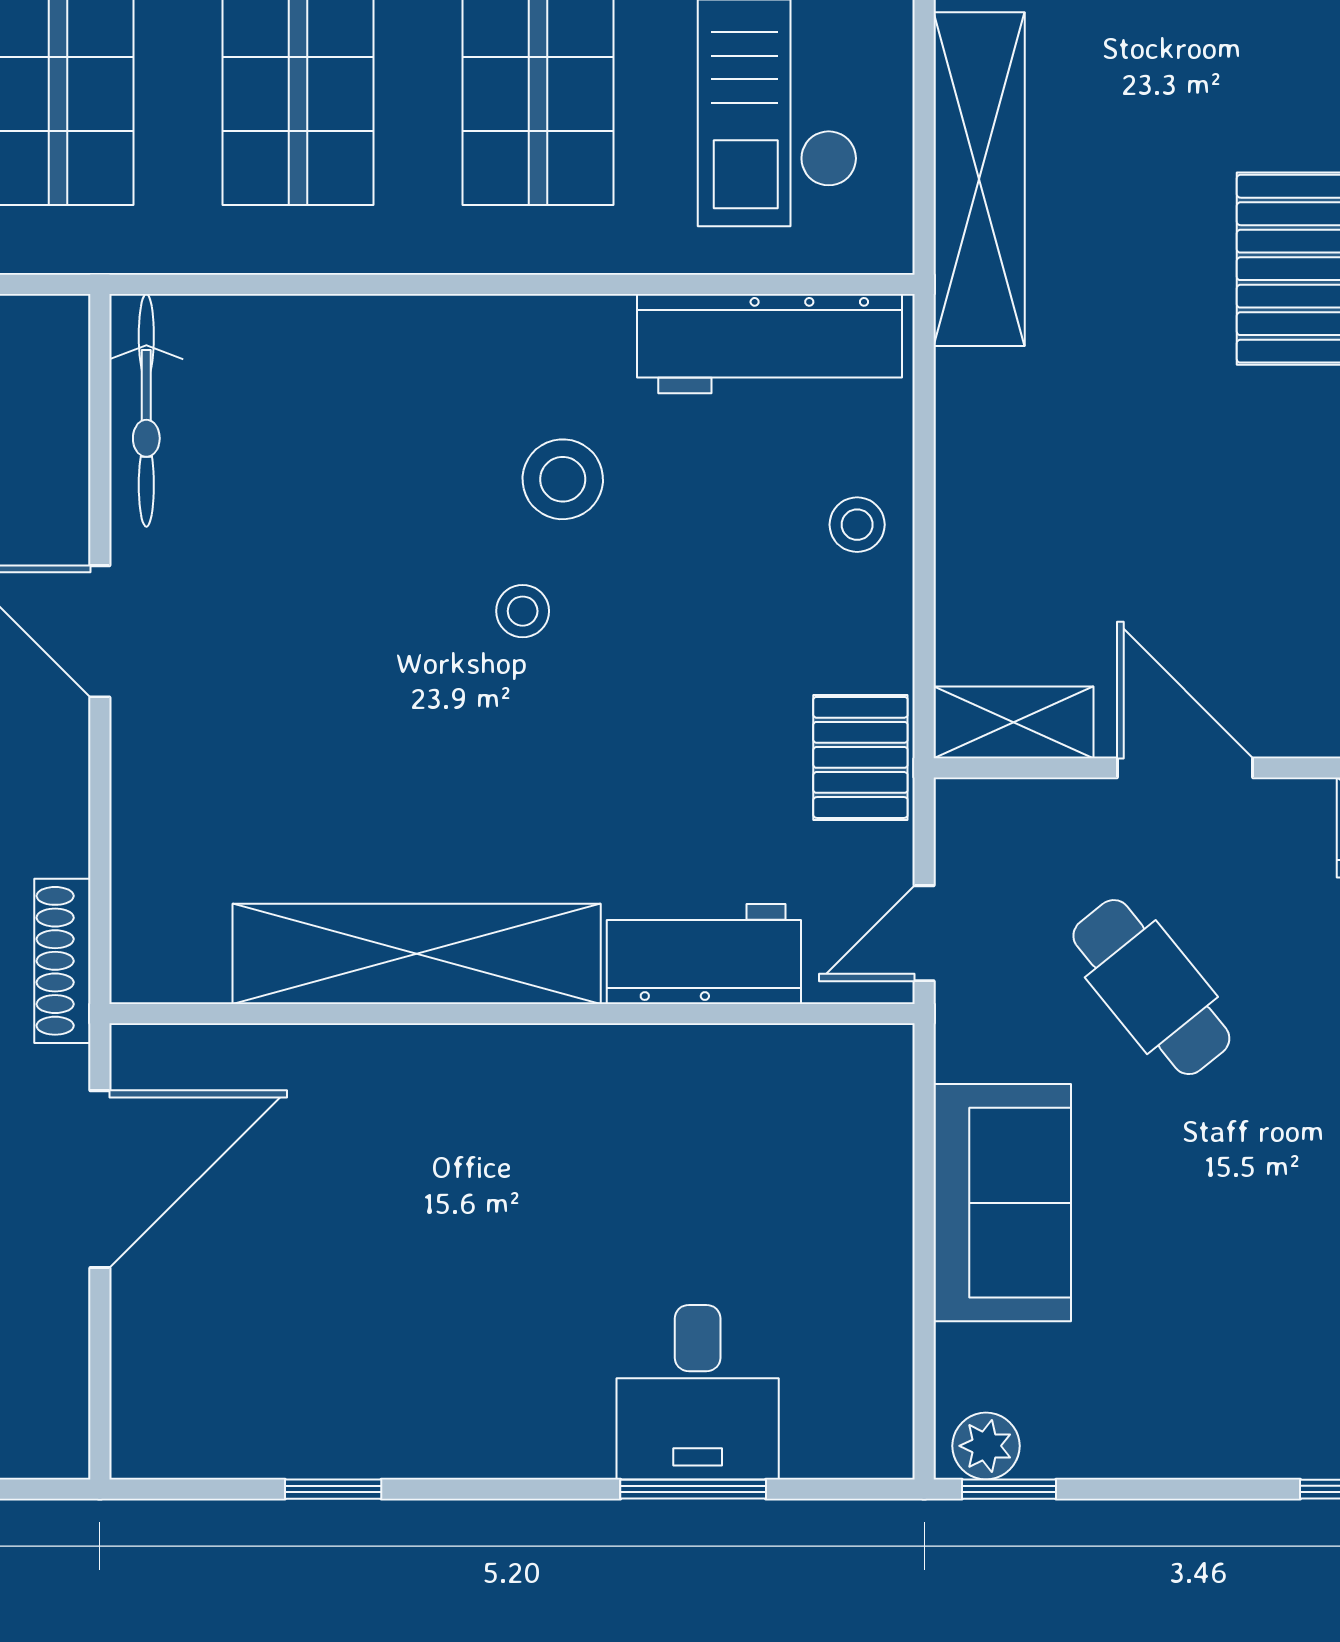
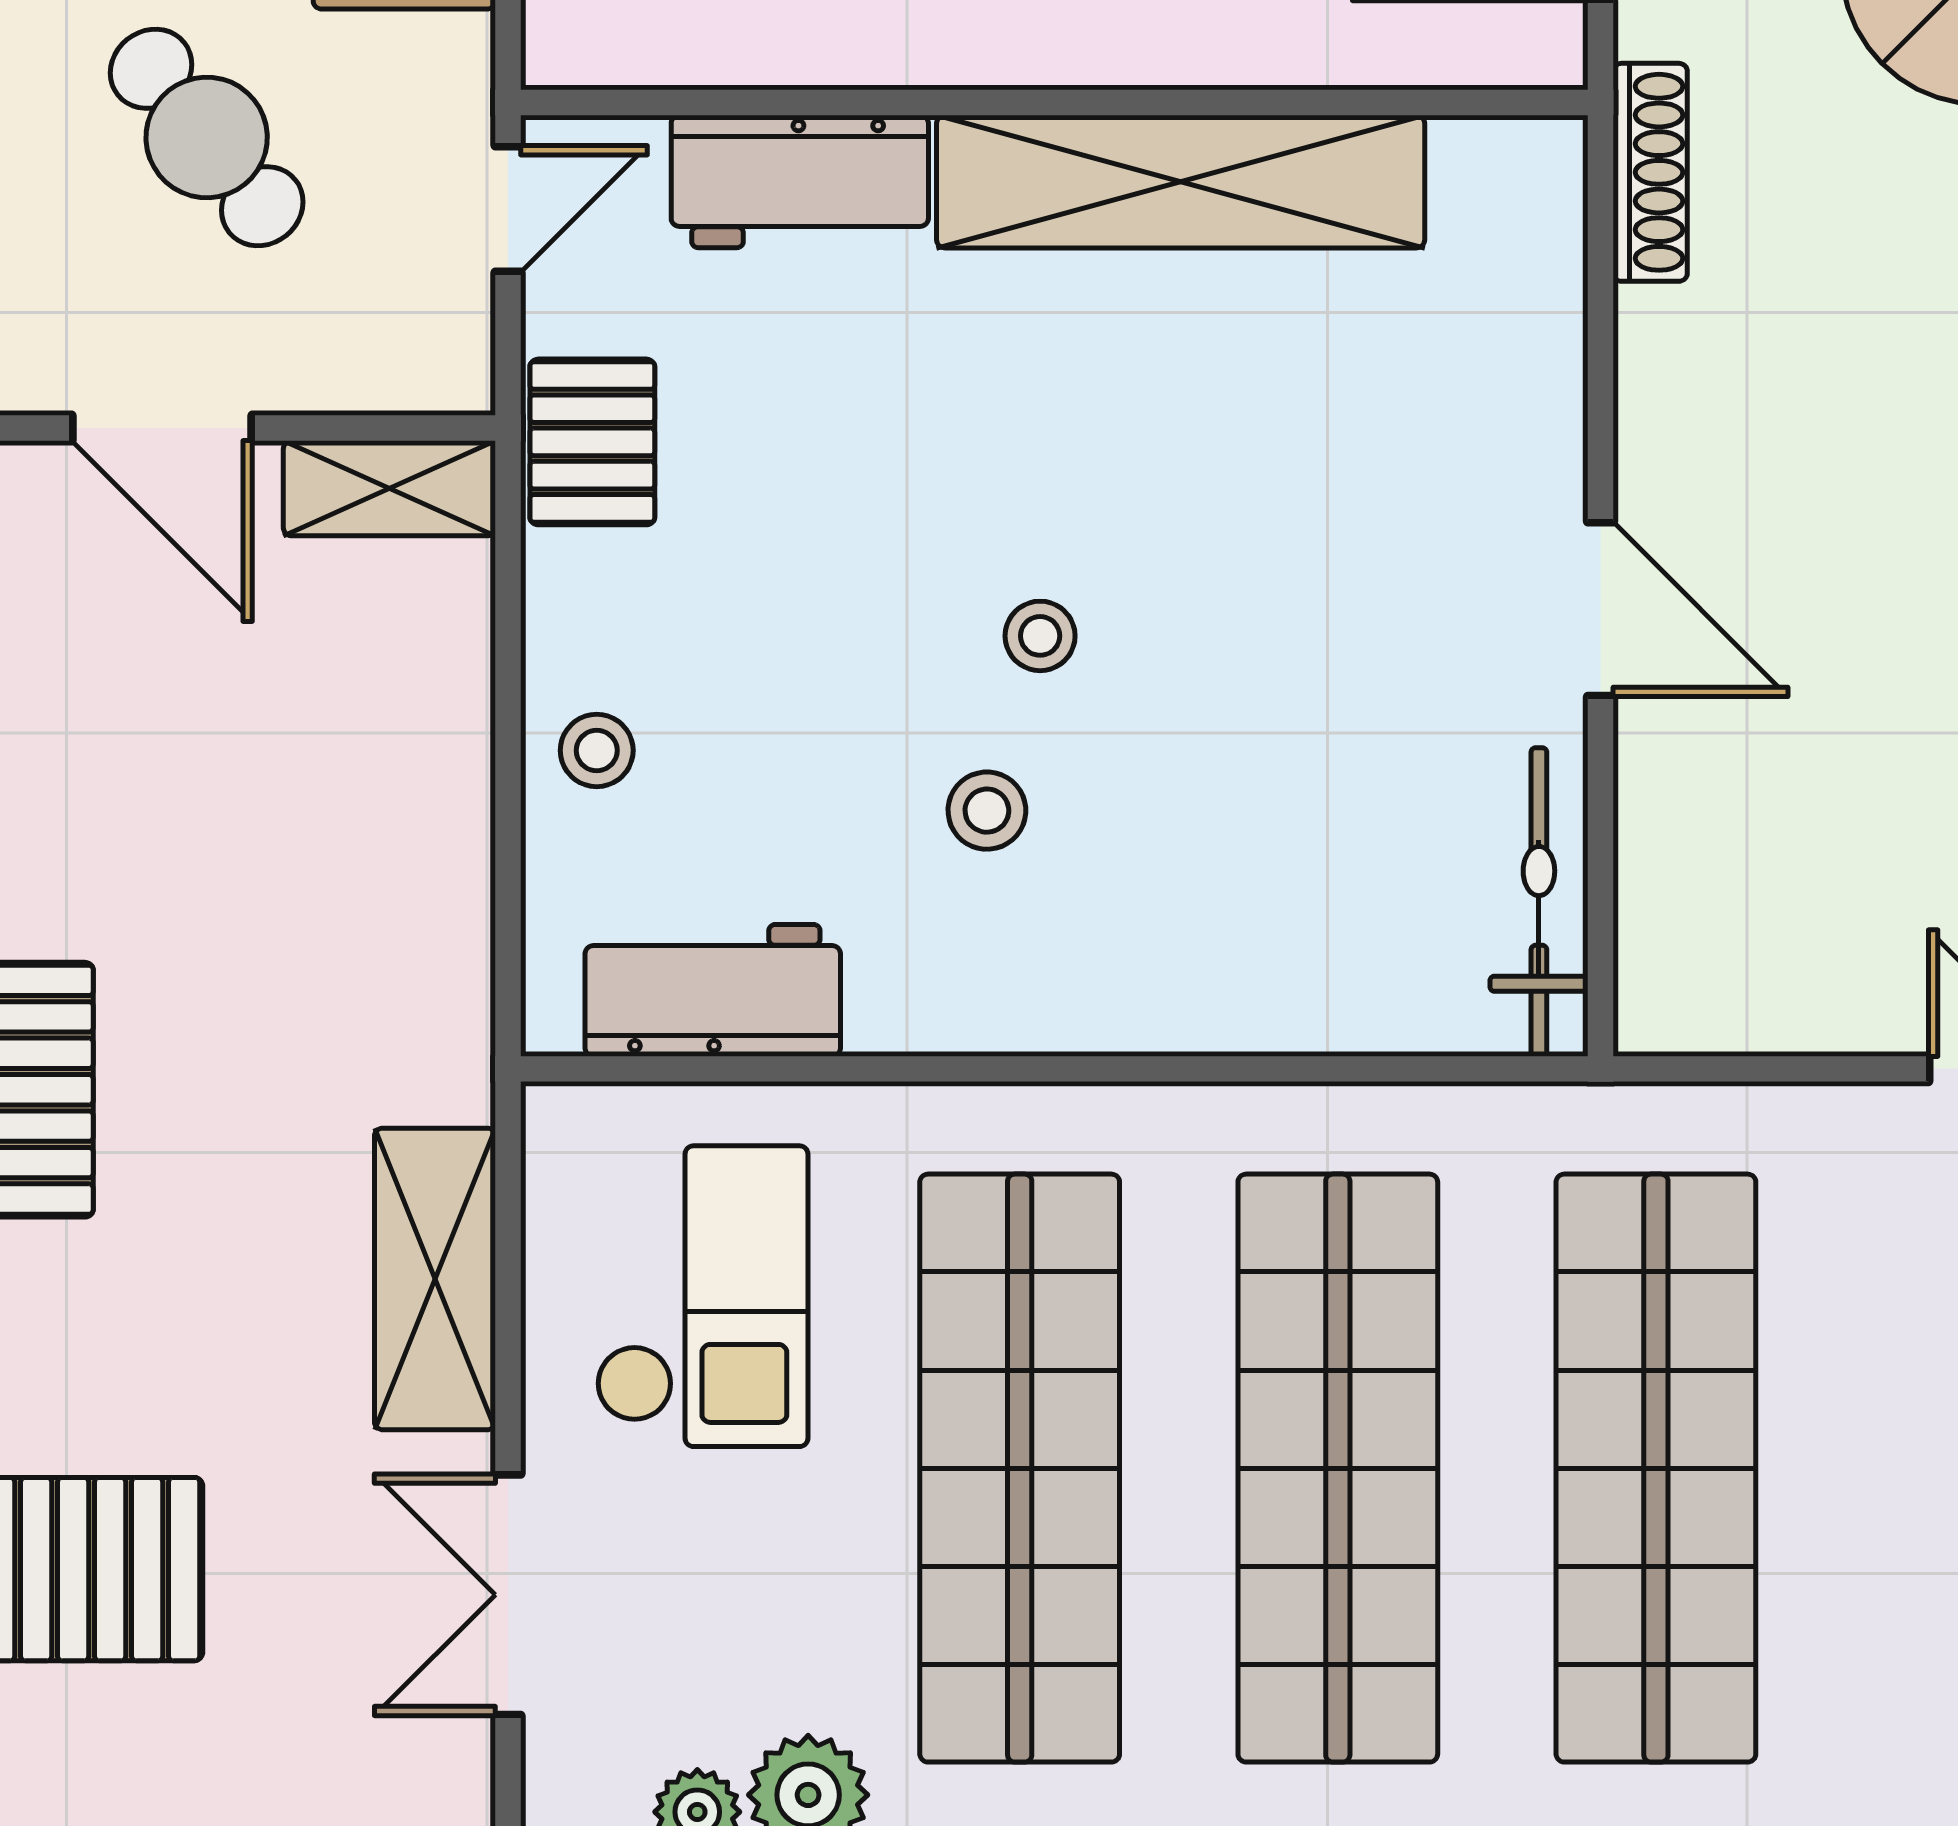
shelving: (979, 179) -> (435, 1279), width x0.68
workbench: (770, 344) -> (713, 990), width x0.73
stool: (563, 479) -> (987, 811), width x0.73, depth x0.73

